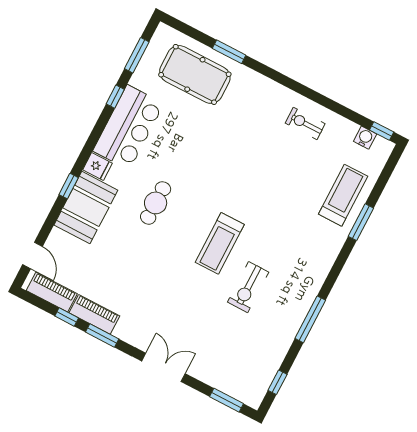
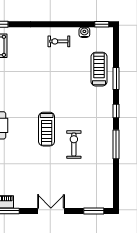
water cooler: (365, 138) -> (84, 32), moved
exercise bike: (248, 287) -> (74, 145), turned 180
window: (278, 382) -> (116, 111), moved

